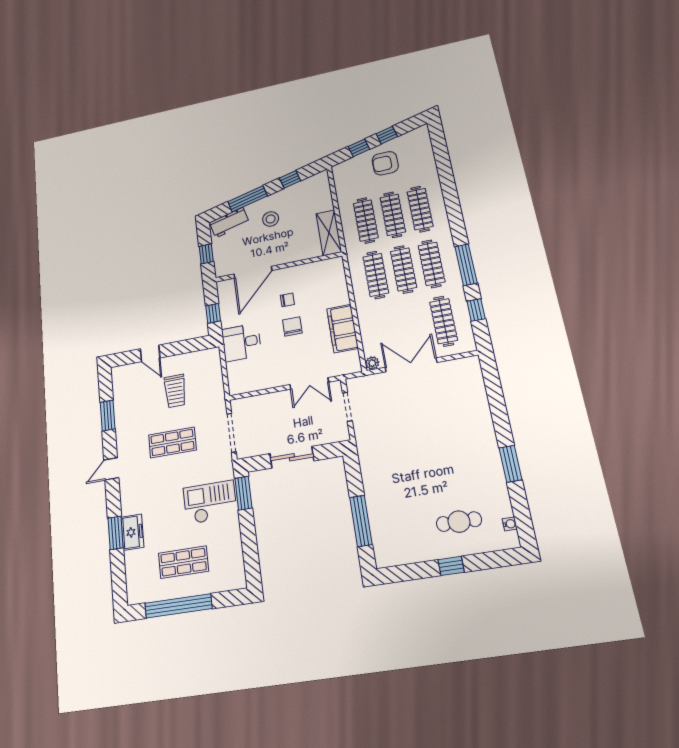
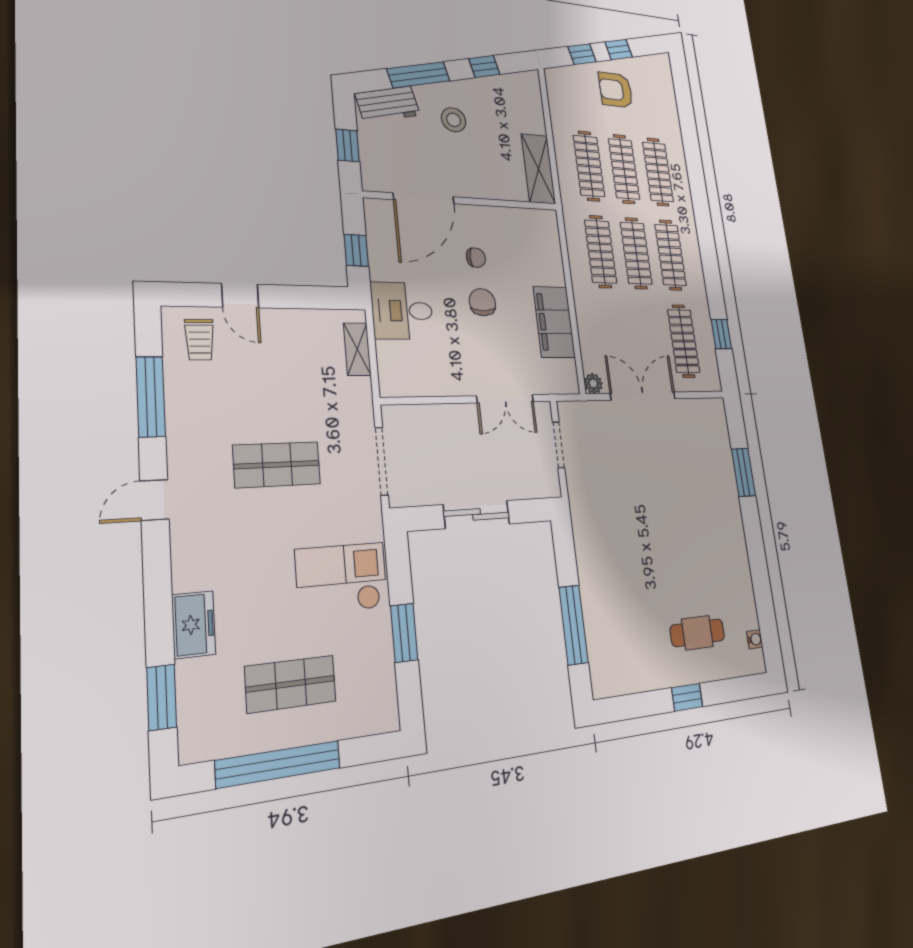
window: (466, 265) -> (711, 268), removed
shelving: (215, 370) -> (357, 349), added
trolley: (175, 391) -> (200, 340), moved, width x0.73, depth x0.72
window: (108, 415) -> (151, 397), width x1.44
window: (511, 464) -> (743, 472), moved
window: (243, 493) -> (404, 633), moved
window: (116, 533) -> (162, 697), moved

